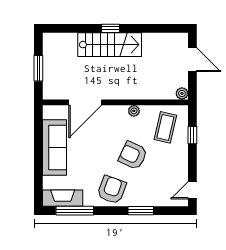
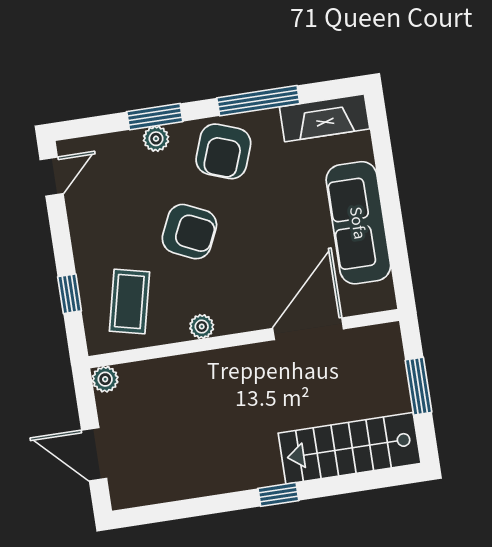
stairs: (110, 45) -> (350, 448), moved
plant: (142, 200) -> (156, 139), added
window: (75, 211) -> (258, 101), moved

